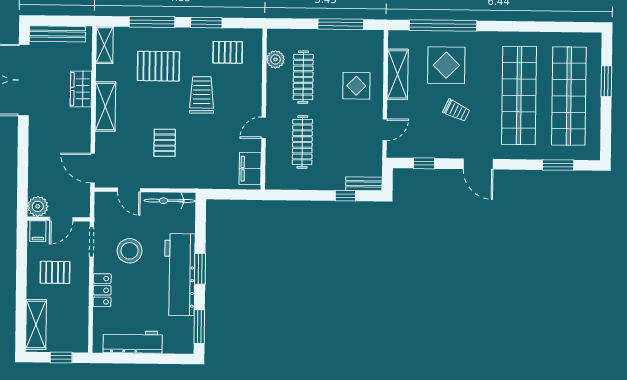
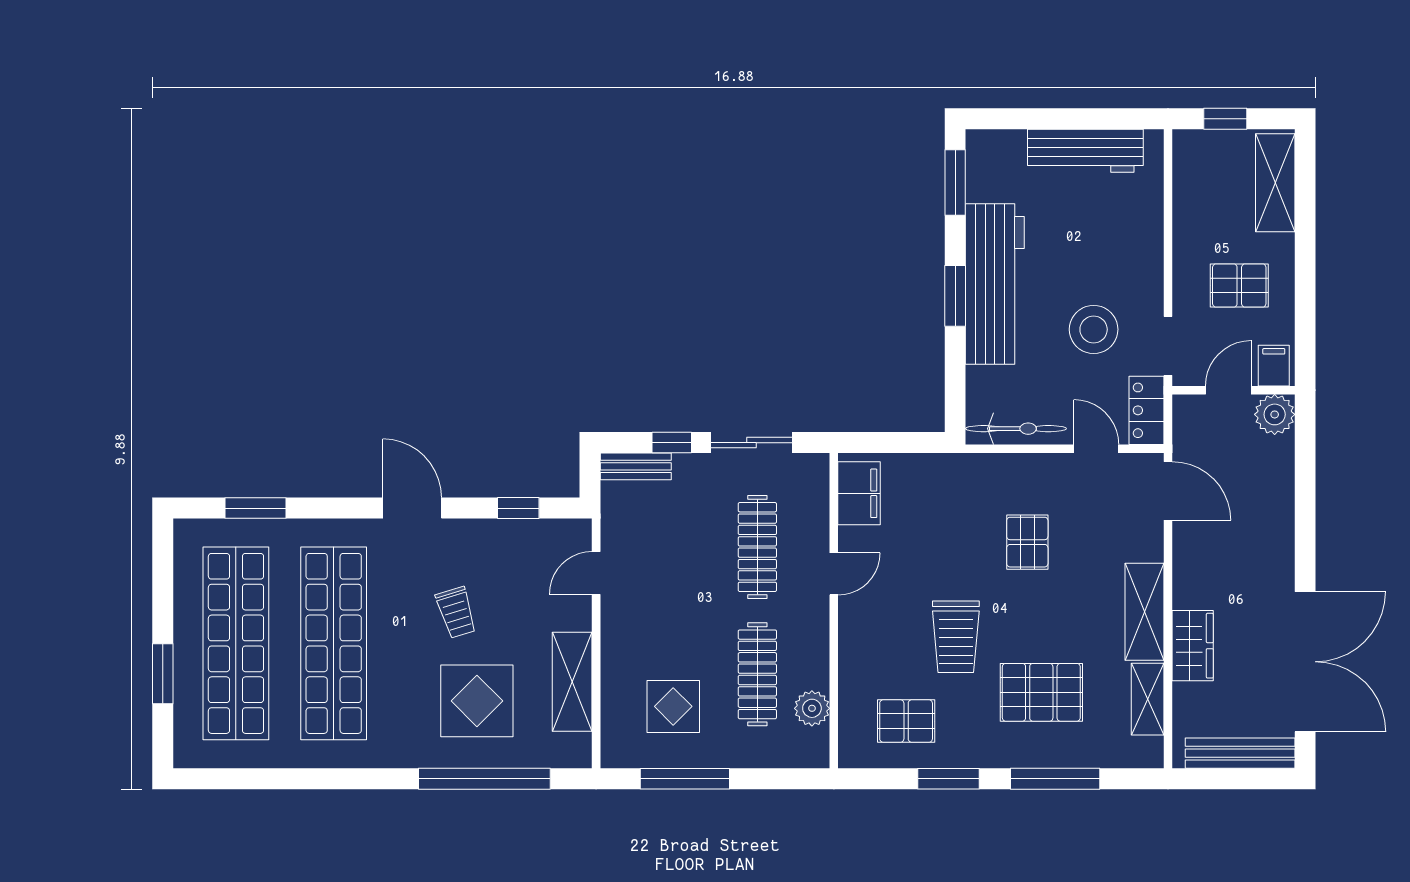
shelving: (105, 45) -> (1148, 699), moved
display table: (356, 86) -> (673, 706), moved
trolley: (456, 110) -> (456, 612), turned -132
sliding door: (305, 195) -> (752, 443), added
locker: (102, 290) -> (1147, 410), moved

